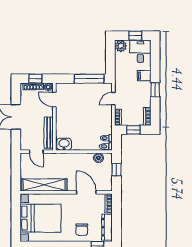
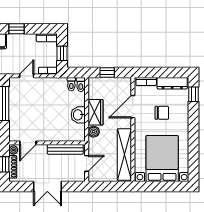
door: (113, 99) -> (27, 76), swing flipped
washbasin: (64, 144) -> (78, 115), moved
boiler: (98, 158) -> (94, 132), moved
wardrobe: (81, 159) -> (96, 112), added
chair: (82, 230) -> (162, 113), moved

